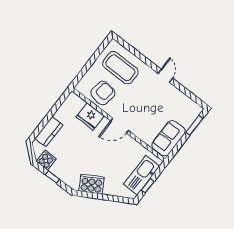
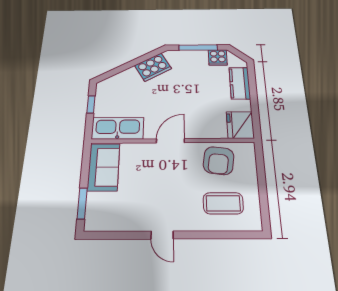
coffee table: (120, 68) -> (223, 203), width x0.73, depth x0.76
fridge: (90, 116) -> (240, 125), moved, turned -90
kitchen sink: (142, 175) -> (118, 128), moved, turned -90
window: (52, 177) -> (198, 48), width x2.17

